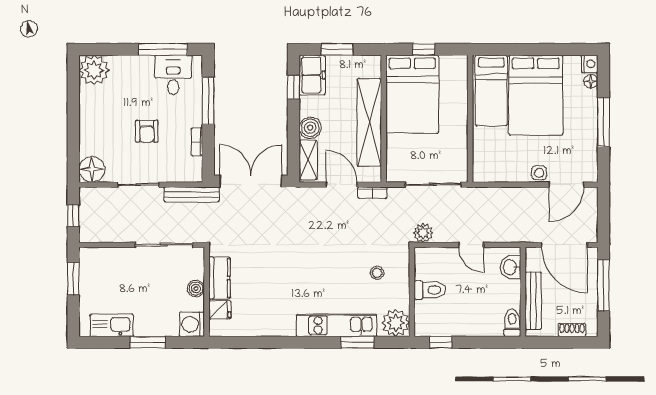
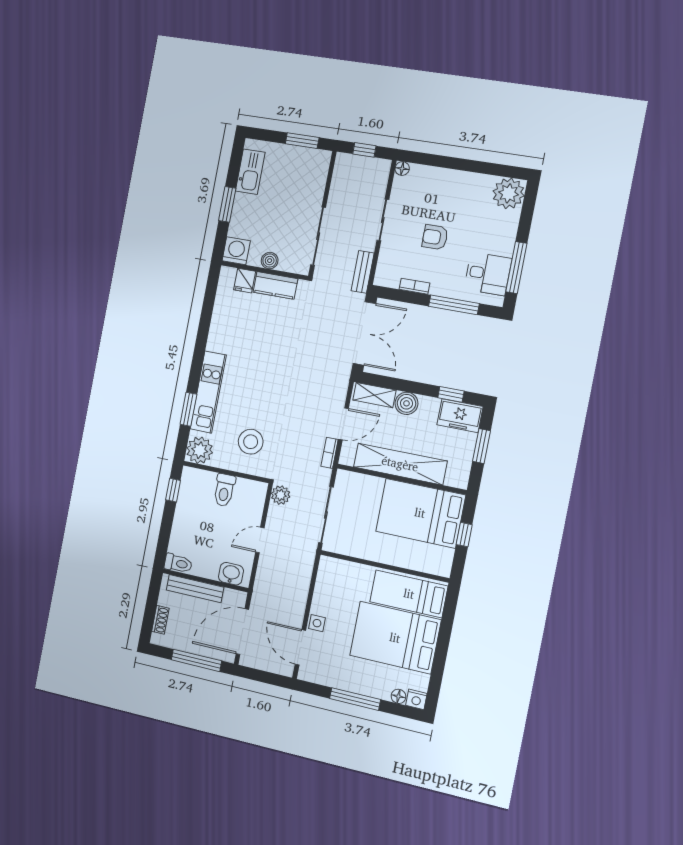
floor lamp: (92, 169) -> (402, 169), width x0.53, depth x0.53
bench: (192, 195) -> (363, 272), width x0.73
stool: (377, 273) -> (251, 442), width x1.89, depth x1.89

